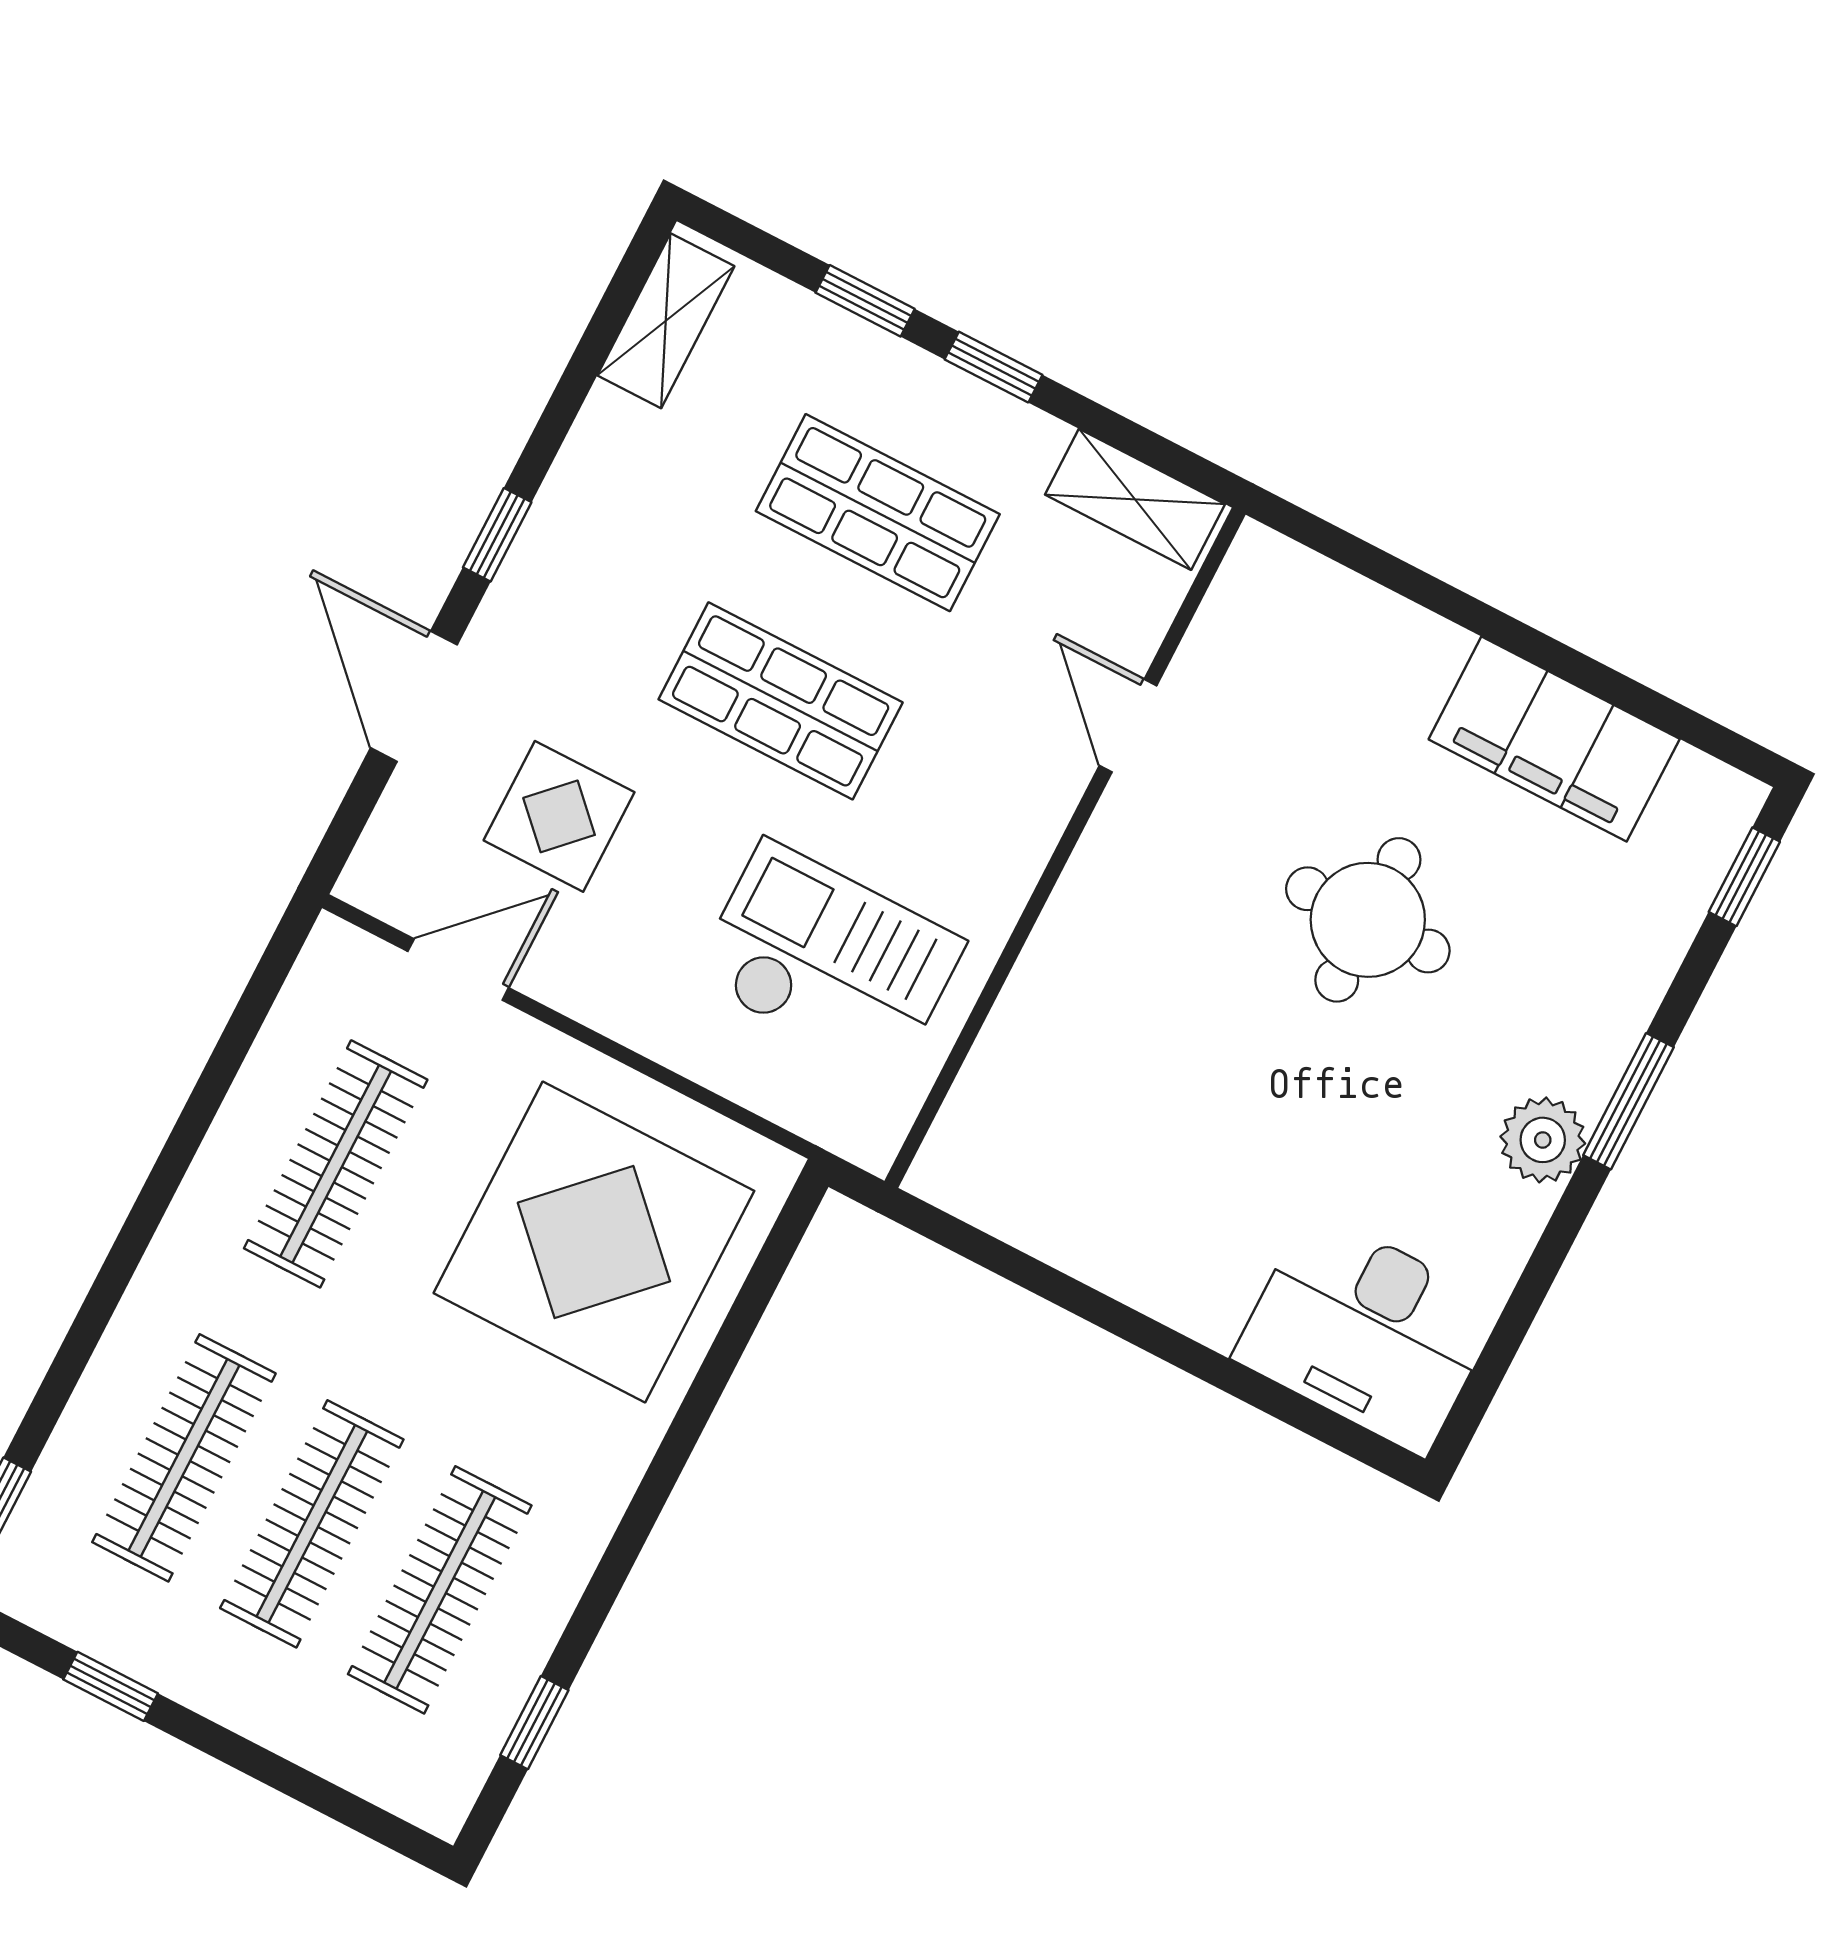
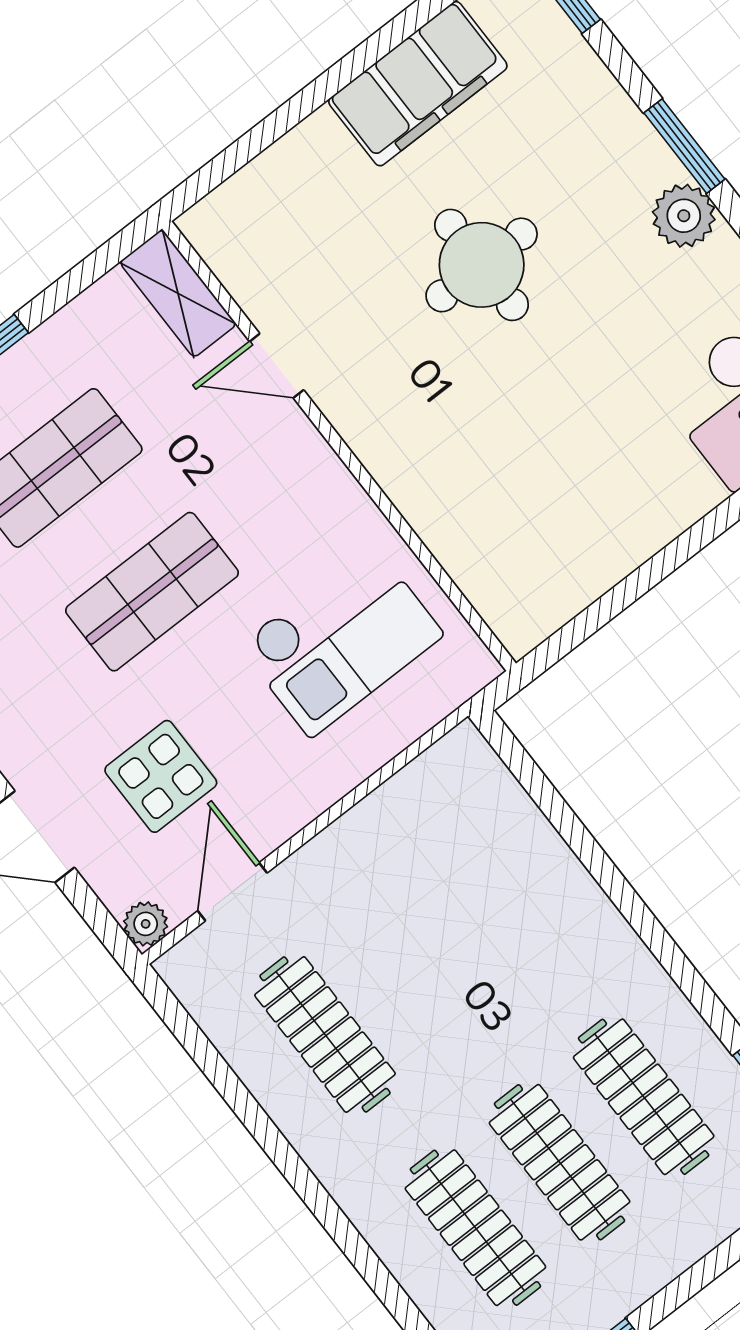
shelving: (1135, 499) -> (178, 293), moved, turned 90
plant: (370, 881) -> (146, 924), added
checkout: (829, 960) -> (341, 640), turned 180
display table: (594, 1242) -> (458, 885), removed

